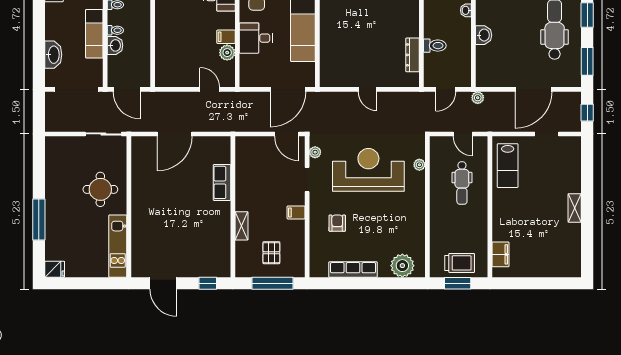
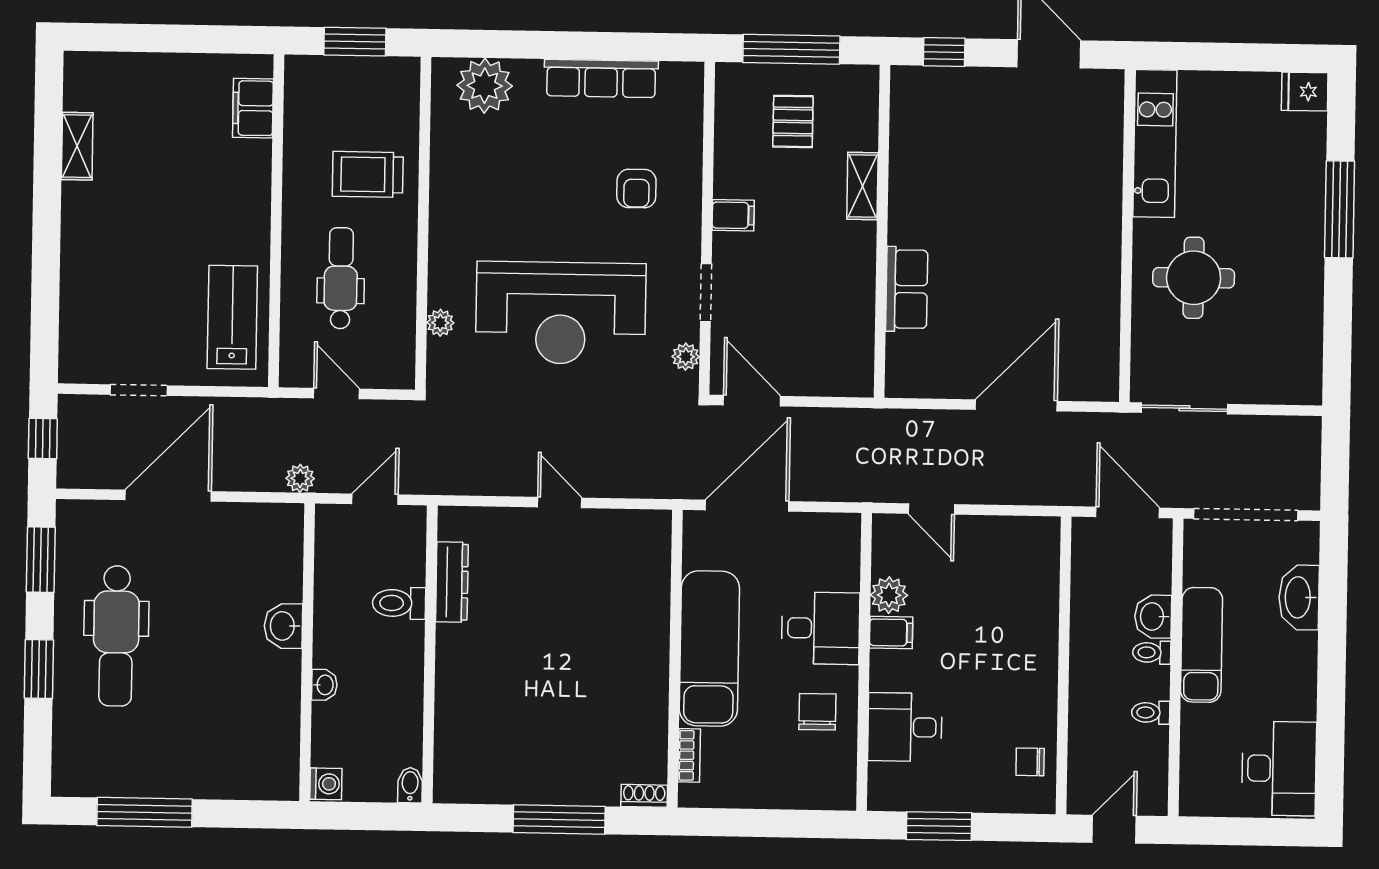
shelving: (575, 208) -> (77, 146), moved
trolley: (460, 263) -> (368, 174), moved

